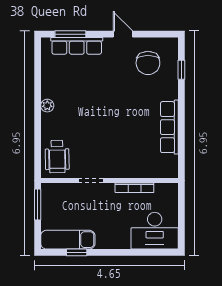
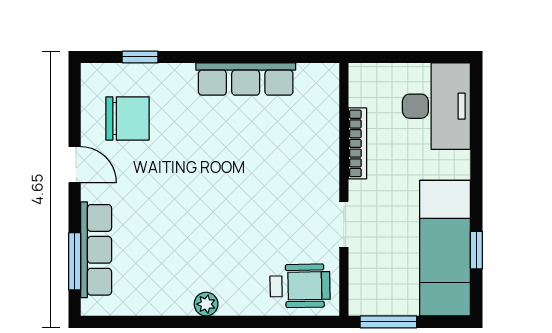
door: (123, 34) -> (75, 165), swing flipped
exam couch: (68, 240) -> (445, 248), width x1.36, depth x1.45

